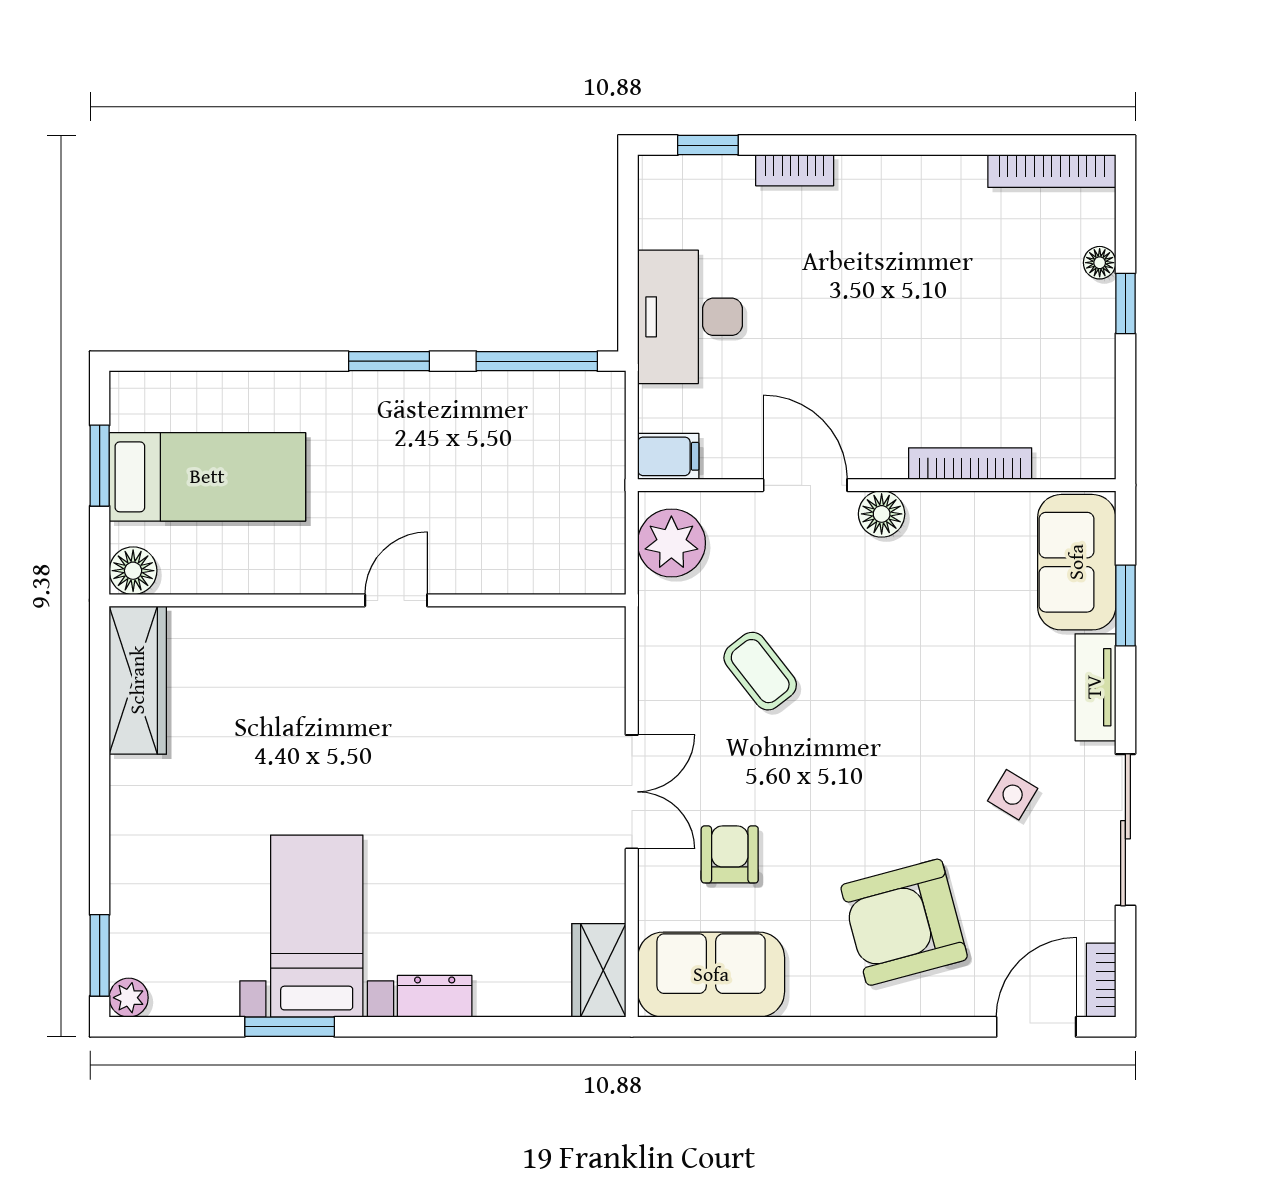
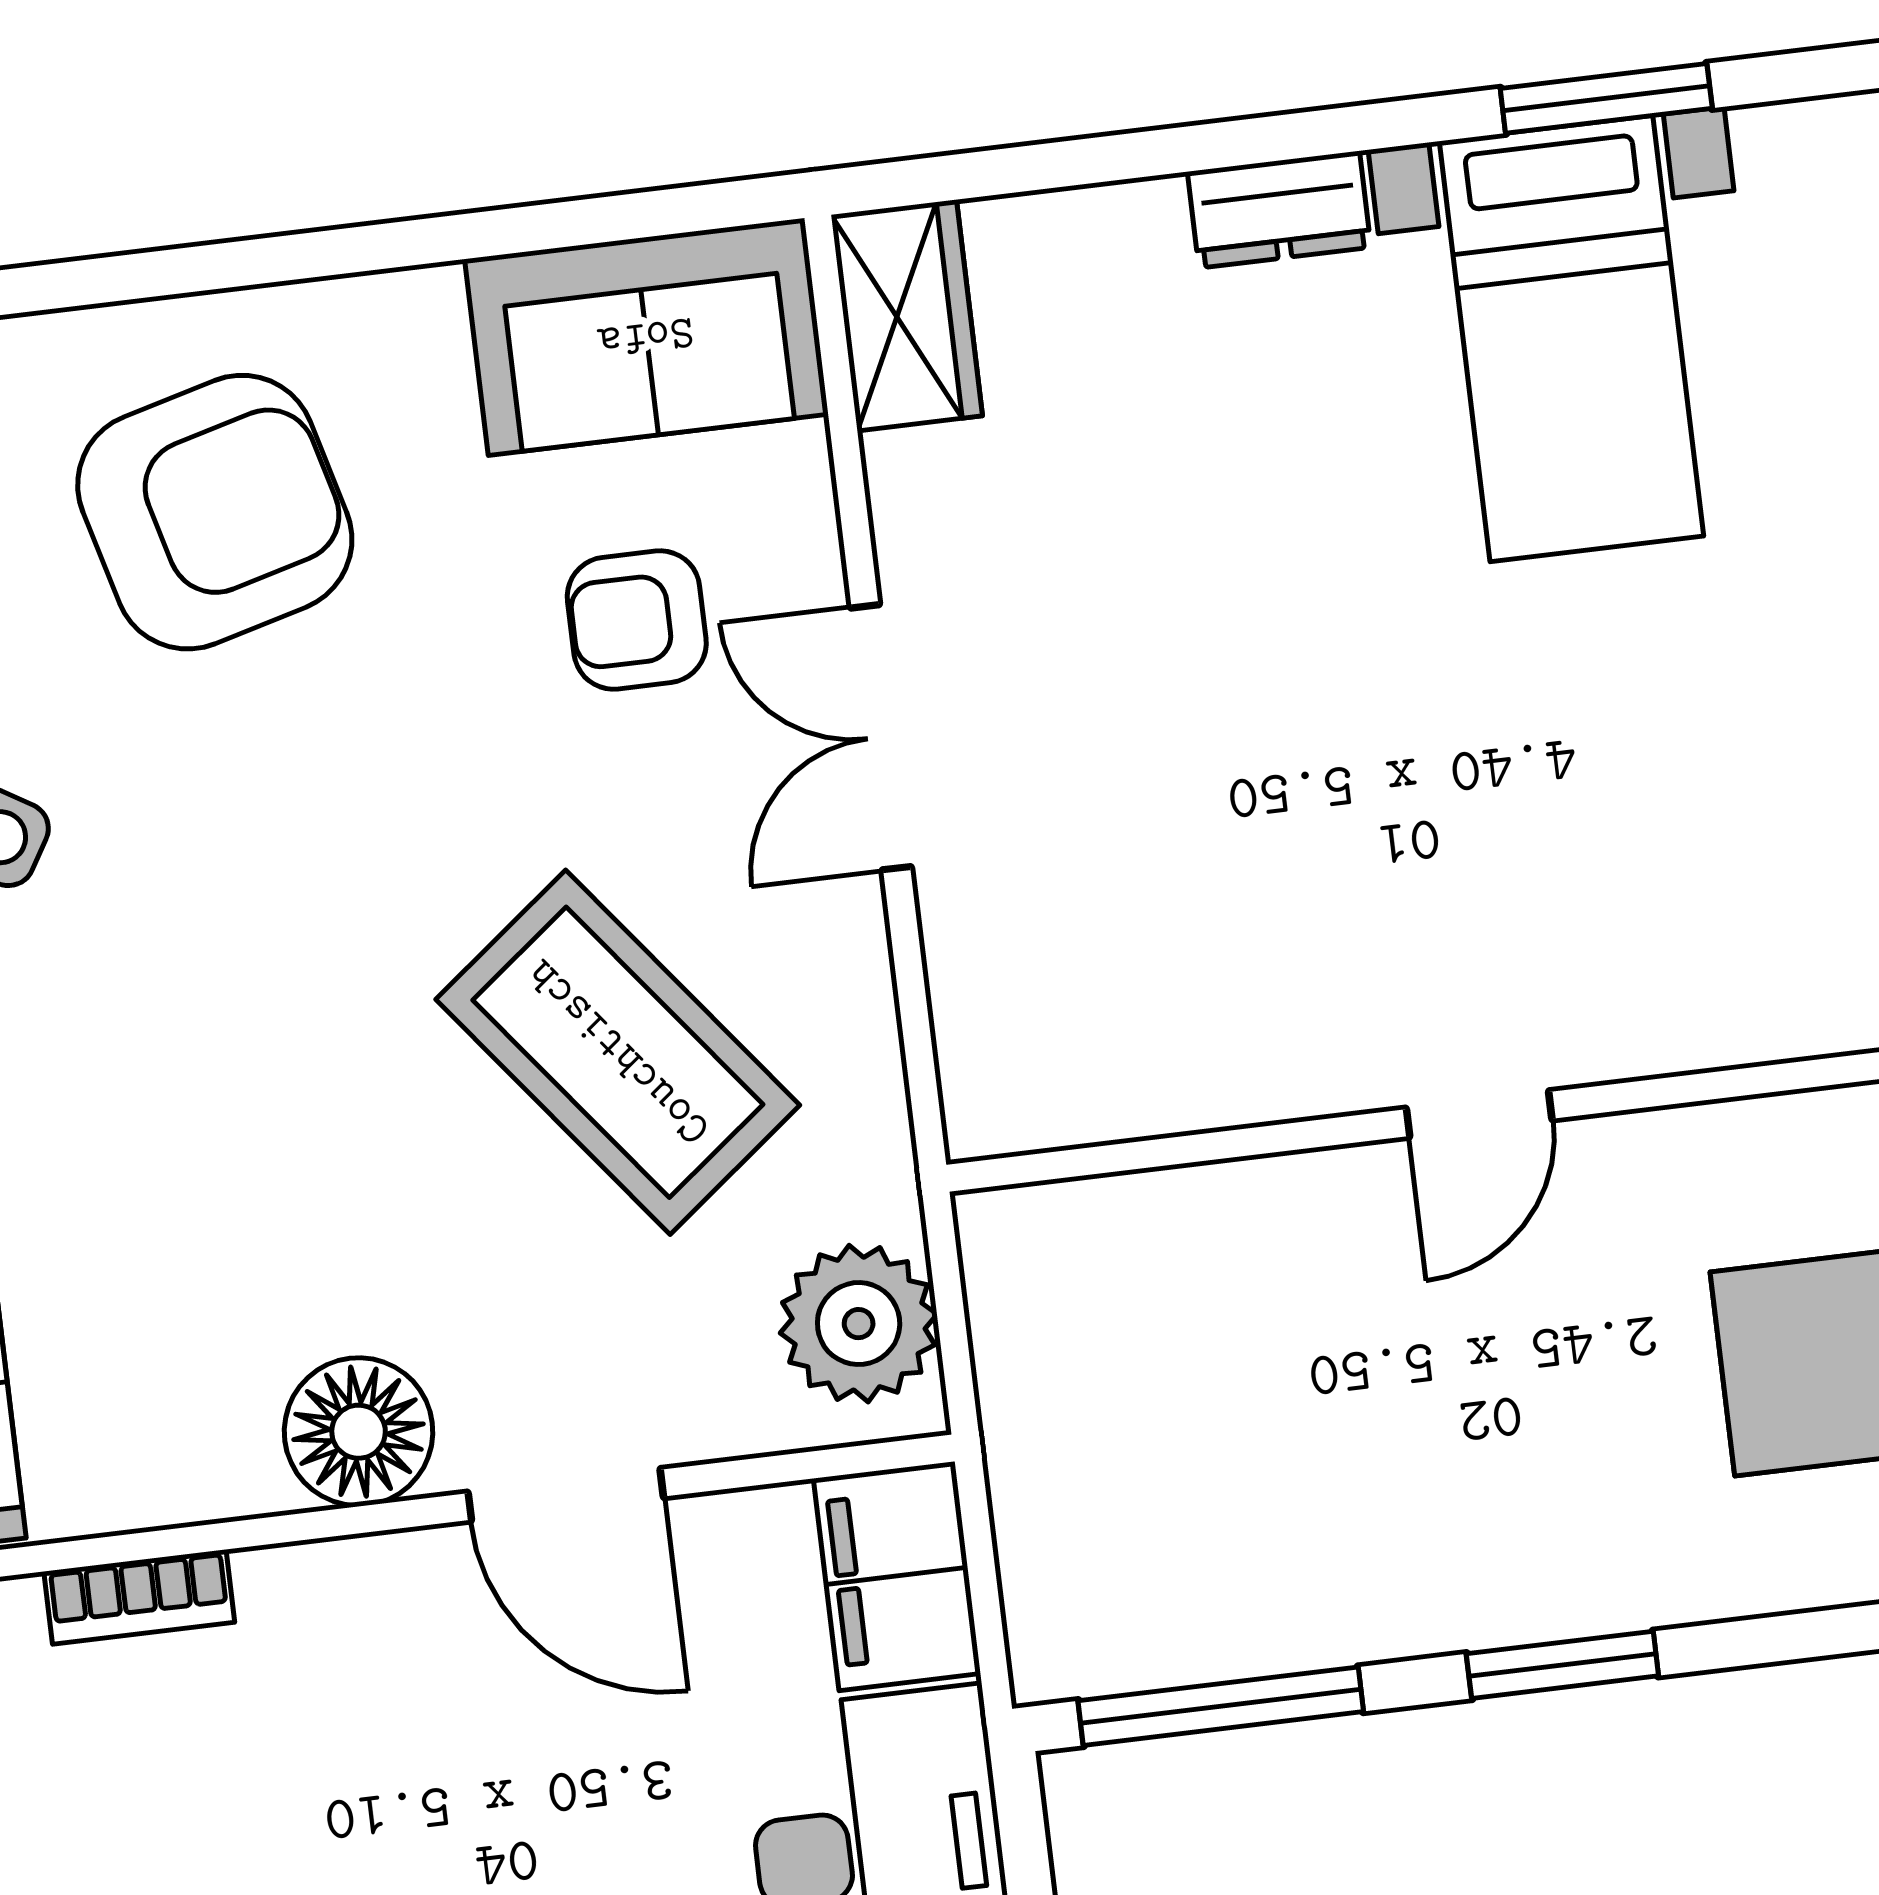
filing cabinet: (668, 456) -> (897, 1576), width x2.00
bookcase: (970, 464) -> (139, 1597), width x0.64
floor lamp: (882, 514) -> (359, 1432), width x1.38, depth x1.38
coffee table: (760, 671) -> (618, 1052), width x1.86, depth x1.72
armchair: (730, 854) -> (637, 620), turned 90

